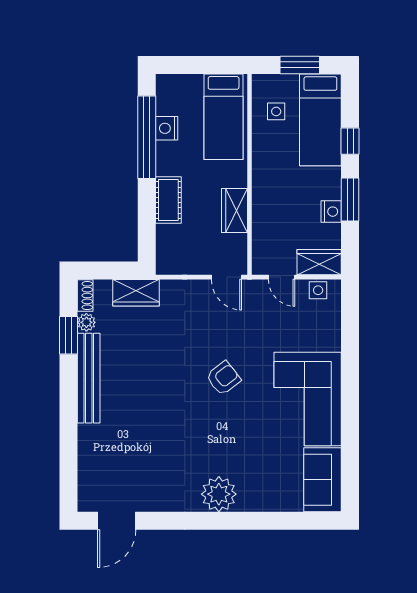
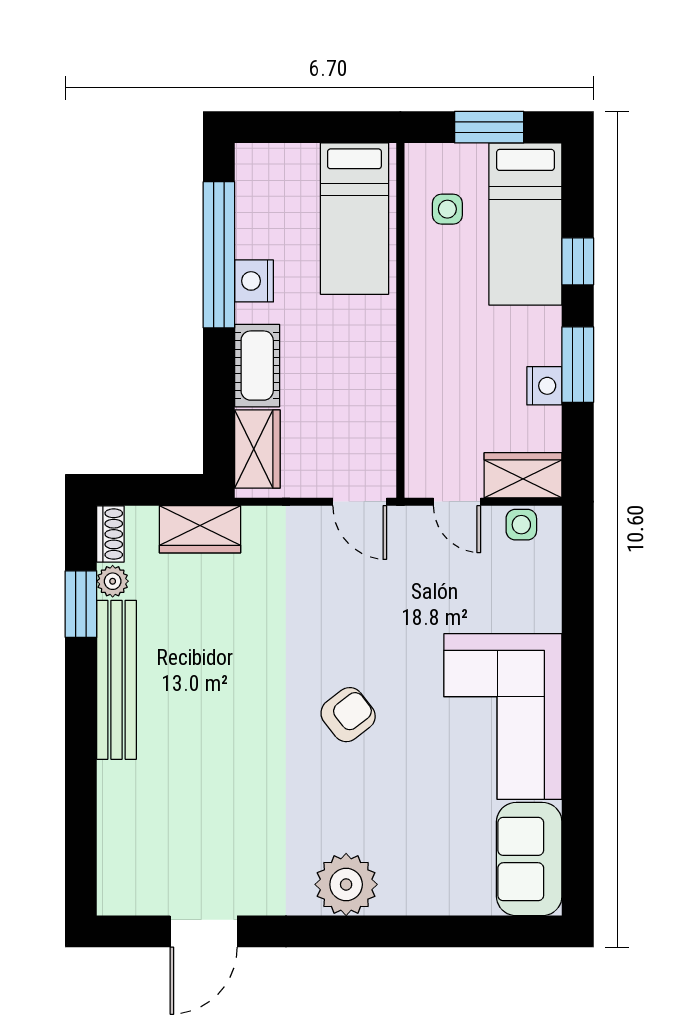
nightstand: (167, 128) -> (254, 281), moved
wardrobe: (234, 210) -> (257, 449), moved, turned 180
armchair: (223, 378) -> (348, 715), moved
door: (117, 521) -> (204, 931), moved

